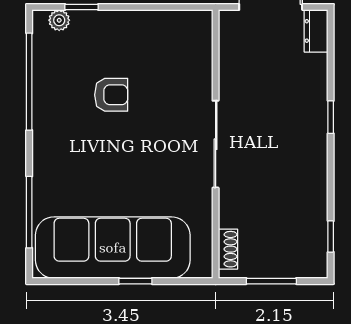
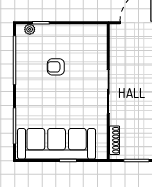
armchair: (111, 95) -> (56, 67), turned 180
shoe rack: (228, 249) -> (115, 140), width x1.43

